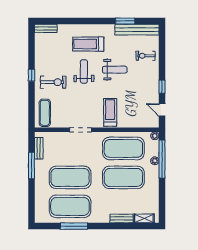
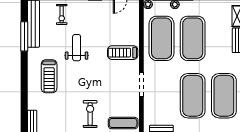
window: (125, 21) -> (24, 36), width x1.44
weight bench: (84, 71) -> (79, 81), removed

